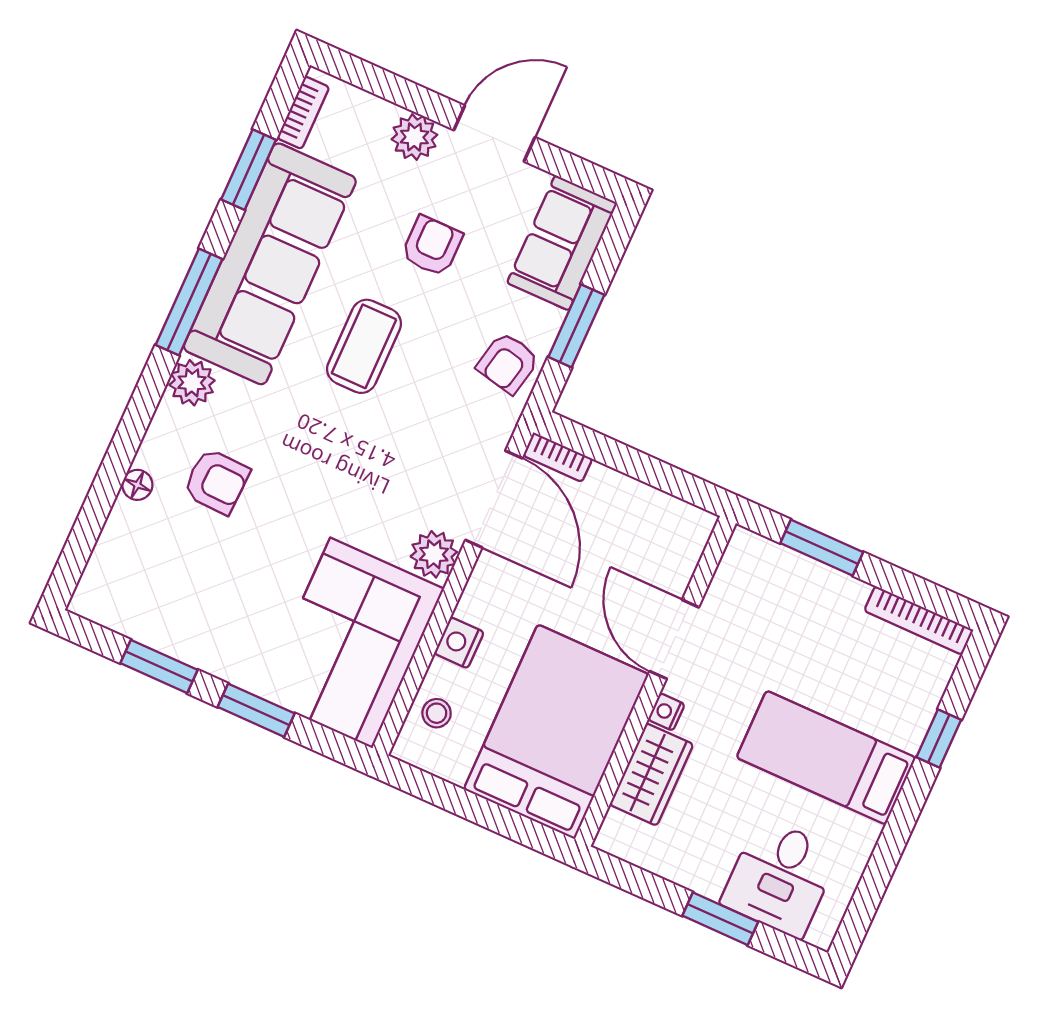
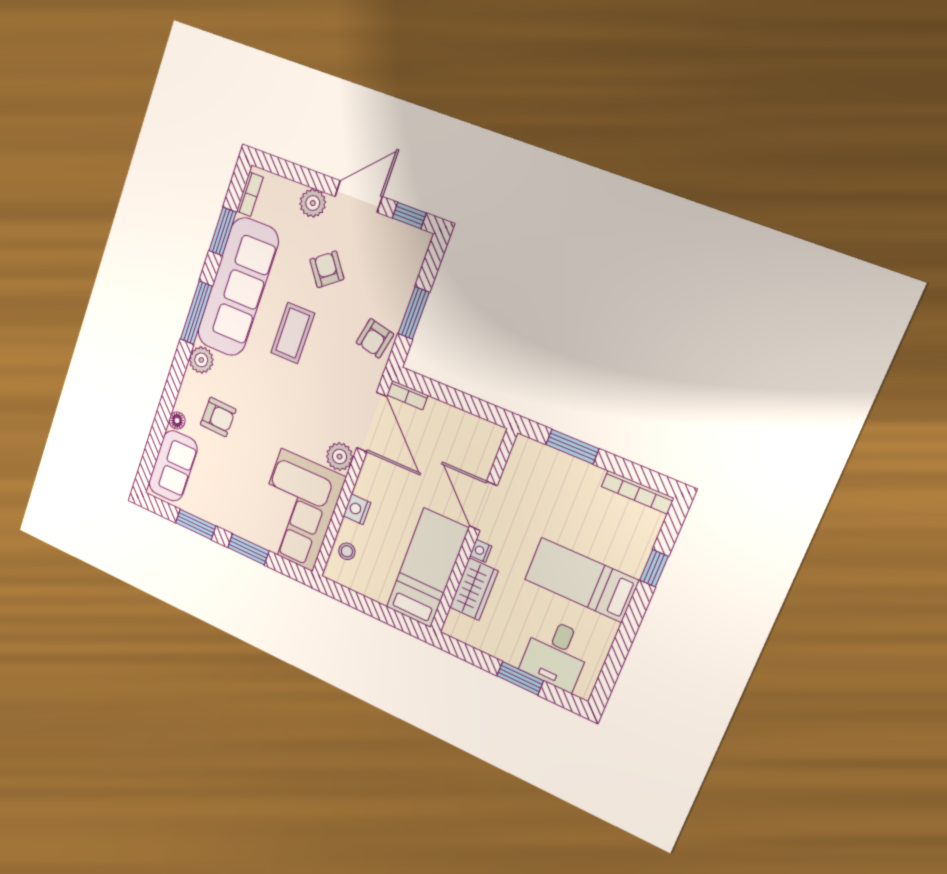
window: (578, 171) -> (409, 216), added
sofa: (562, 243) -> (173, 466), moved, turned 180
armchair: (432, 246) -> (327, 269), turned -37
bed: (556, 732) -> (427, 568), width x0.67

